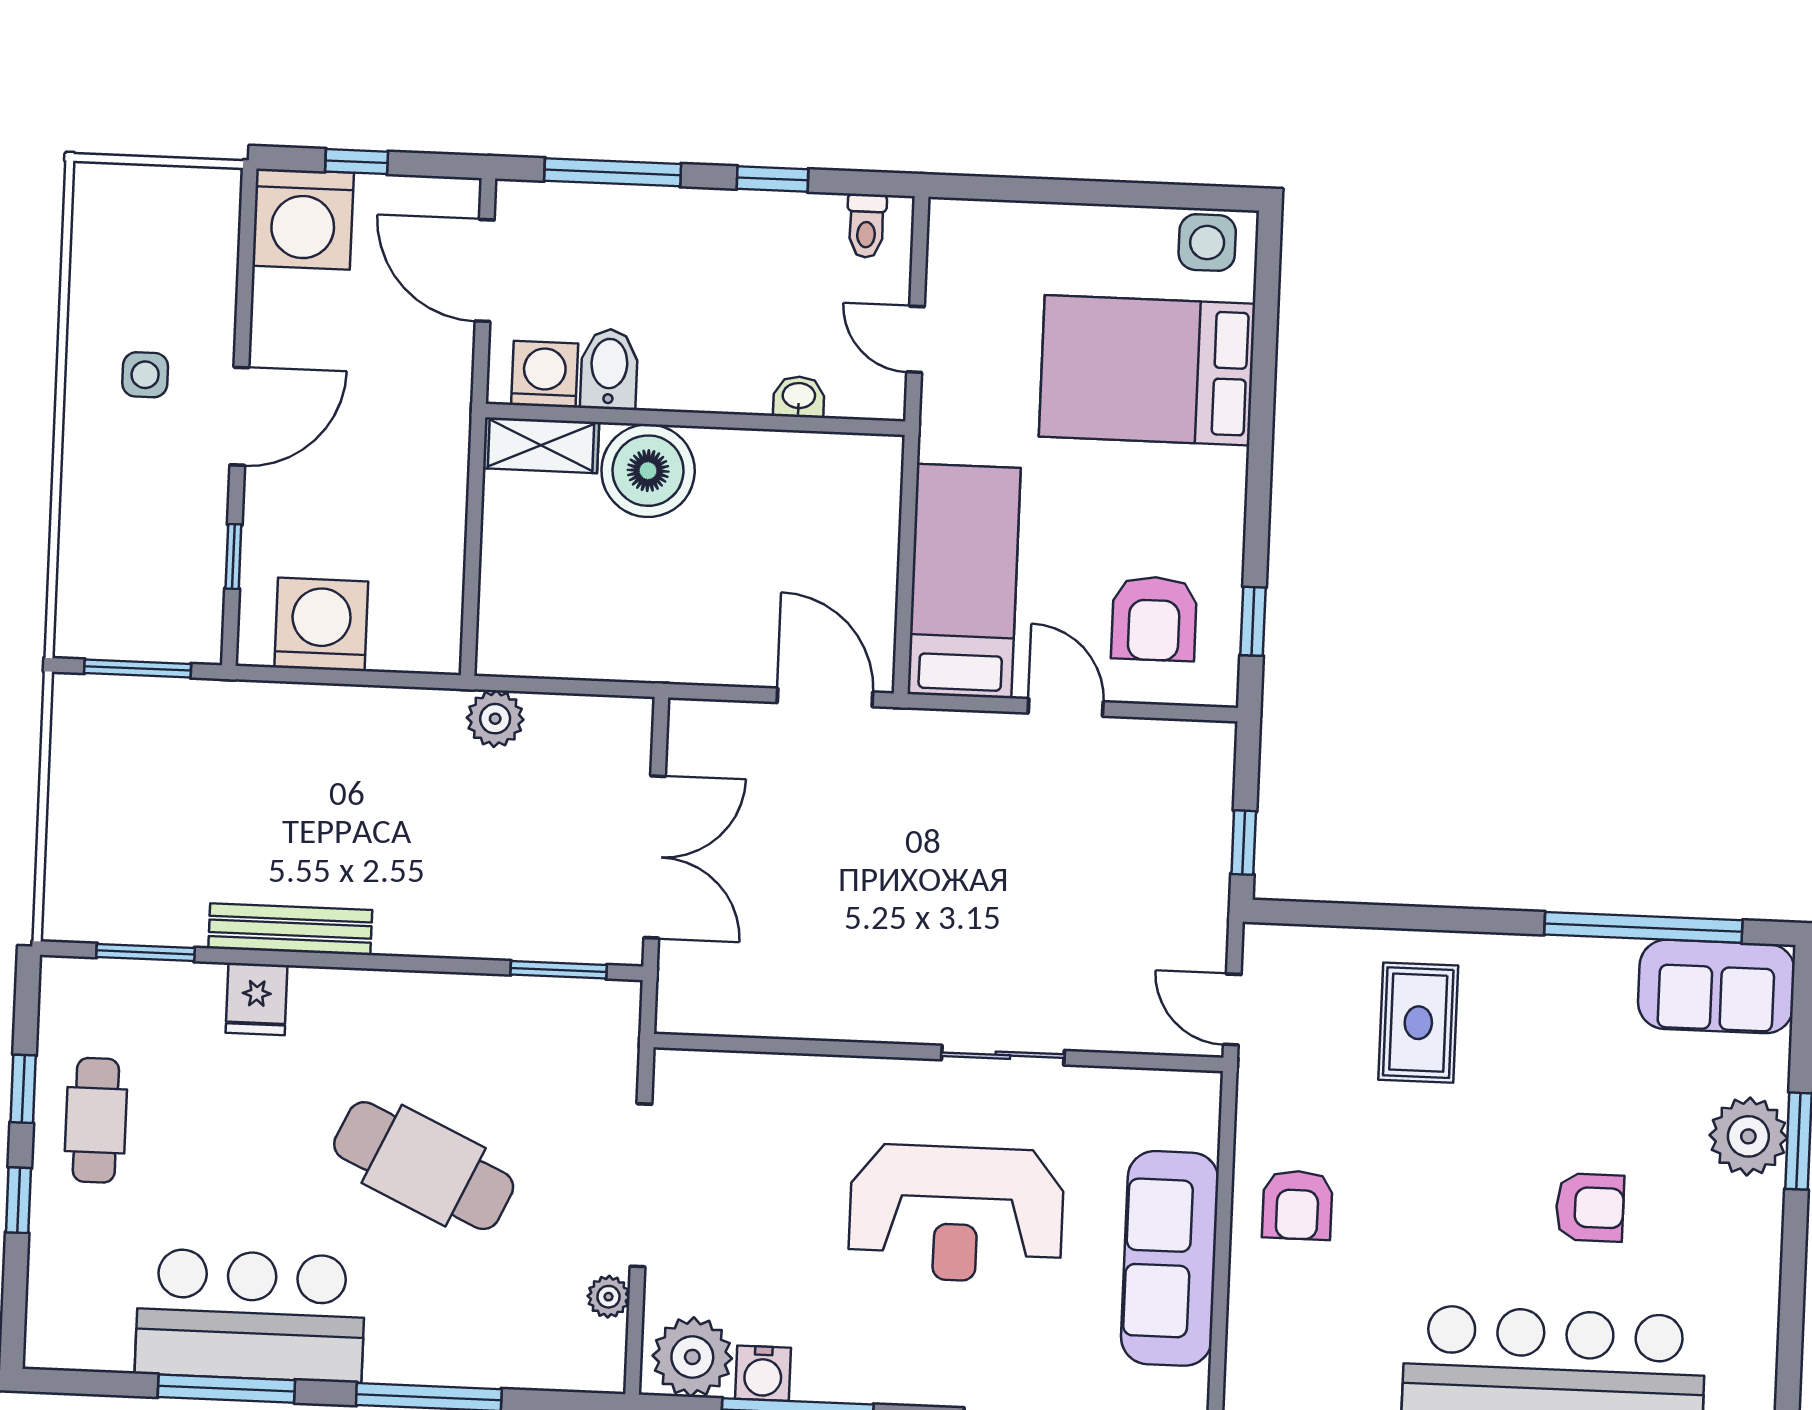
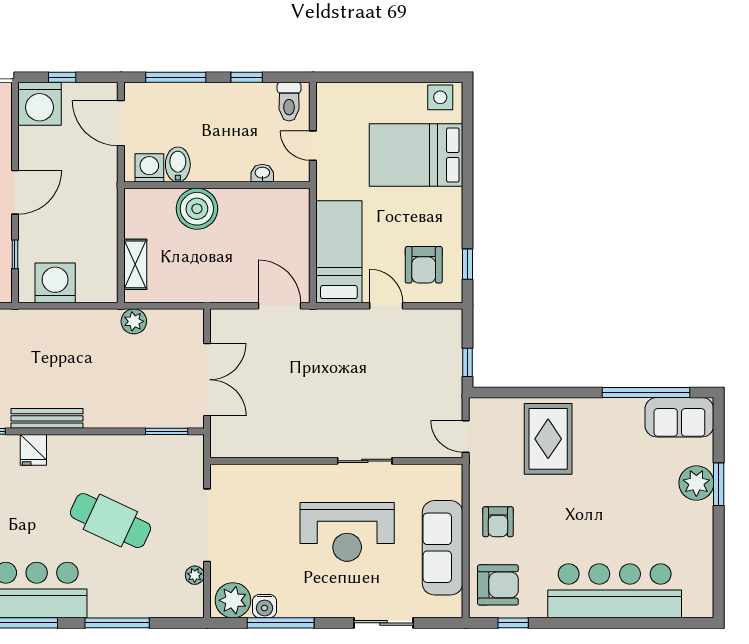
toilet: (866, 226) -> (289, 102), width x1.37, depth x1.39
shelving: (541, 445) -> (135, 264), moved, turned 90
rug: (1418, 1023) -> (548, 439), width x1.36, depth x1.43
armchair: (1590, 1207) -> (498, 585), moved, width x1.38, depth x1.38

